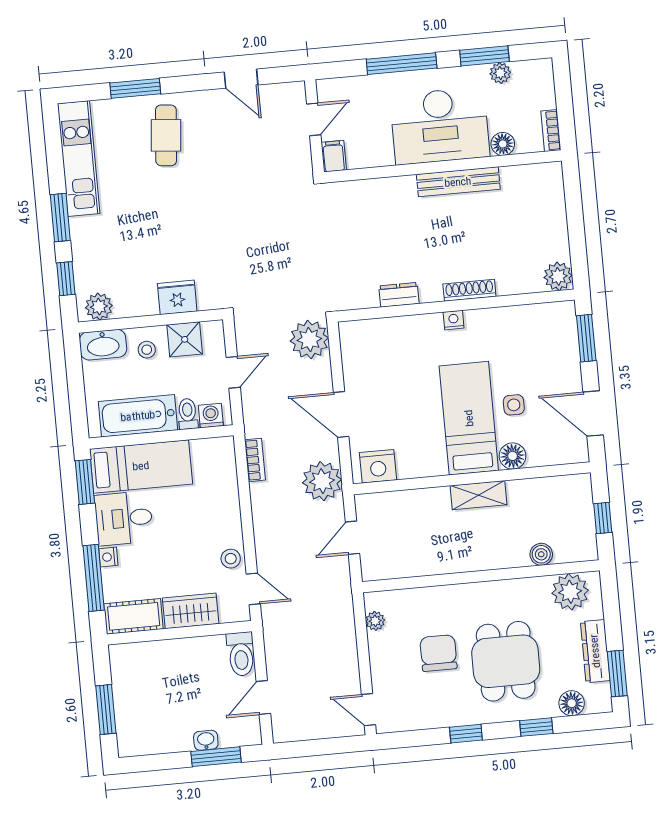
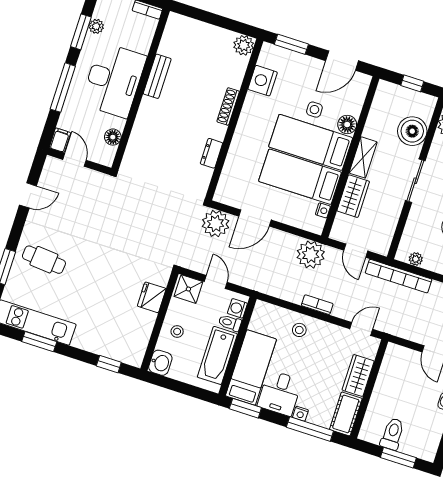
floor lamp: (503, 144) -> (113, 137), moved
filing cabinet: (334, 156) -> (60, 140), moved, turned 90
bench: (458, 182) -> (157, 76), width x0.73
window: (60, 218) -> (39, 342), moved
plant: (99, 307) -> (136, 351), removed
nightstand: (454, 320) -> (263, 81), moved, width x1.89, depth x1.79
shower: (185, 339) -> (188, 289), moved
washbasin: (103, 345) -> (160, 363), width x0.72
door: (341, 414) -> (255, 218), moved
bed: (418, 424) -> (300, 177), added
bookcase: (255, 460) -> (317, 305), moved
nightstand: (378, 466) -> (323, 210), width x0.53, depth x0.56
wardrobe: (422, 504) -> (353, 196), added
boiler: (541, 554) -> (412, 131), width x1.86, depth x1.86
stool: (231, 559) -> (299, 330), moved
sliding door: (477, 577) -> (415, 181), added
bookcase: (343, 608) -> (399, 276), added
toilet: (241, 654) -> (392, 434), moved, turned -90

